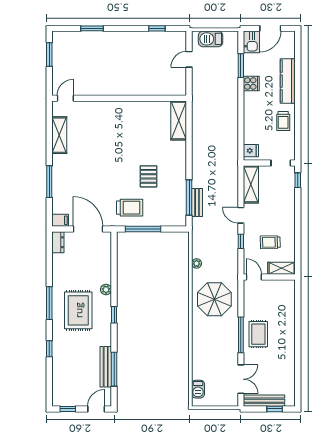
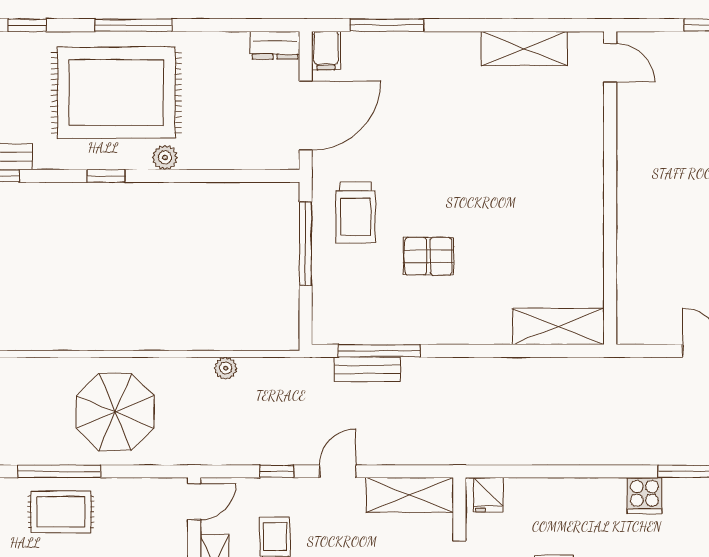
window: (49, 182) -> (387, 25), moved
parasol: (214, 299) -> (115, 412), moved
rug: (78, 310) -> (116, 93), width x1.37, depth x1.44

